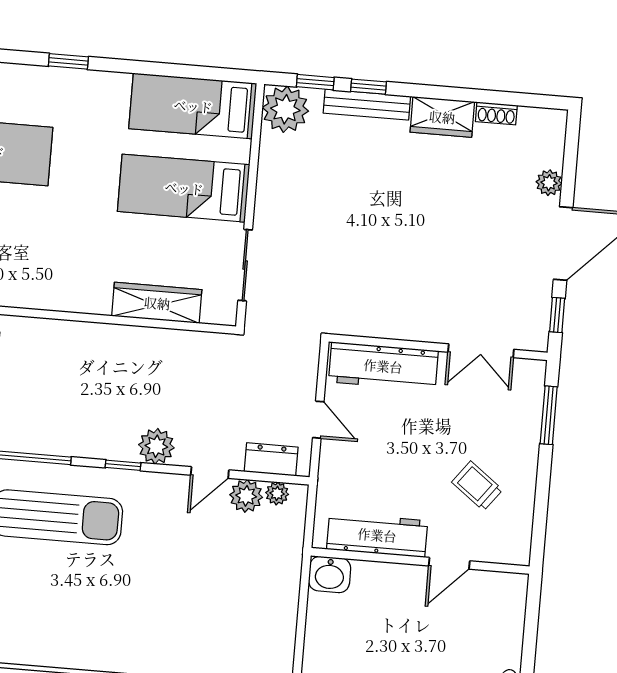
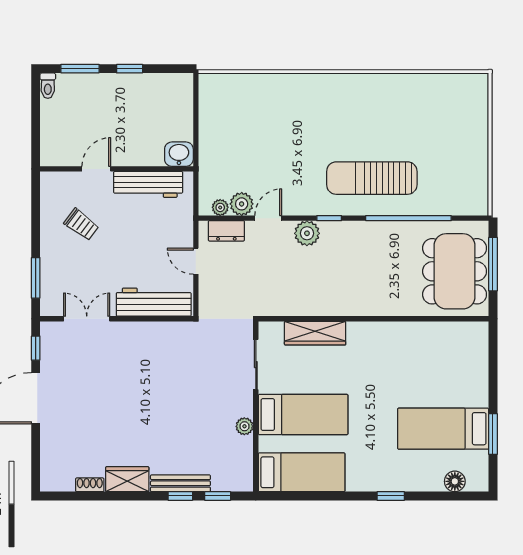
plant: (285, 109) -> (244, 426), moved, width x0.53, depth x0.53
plant: (549, 183) -> (49, 440), removed

